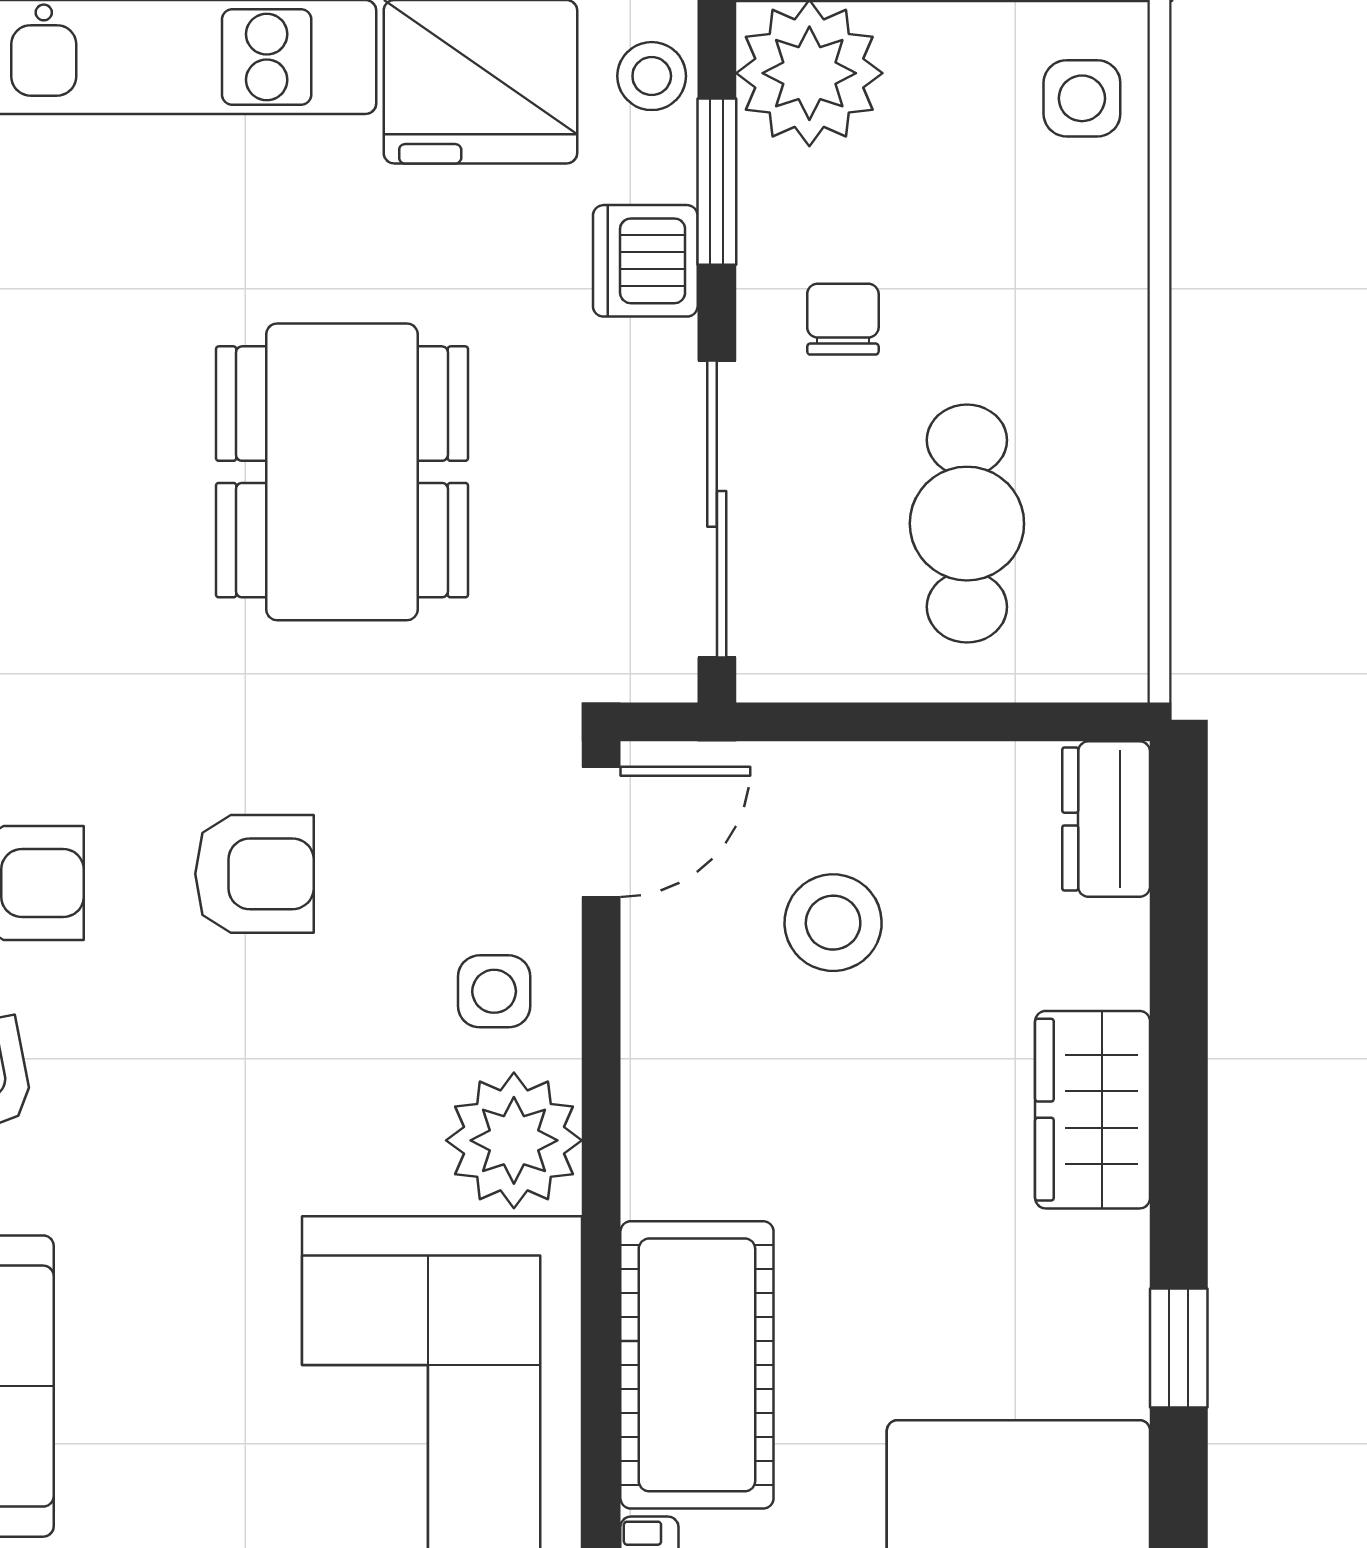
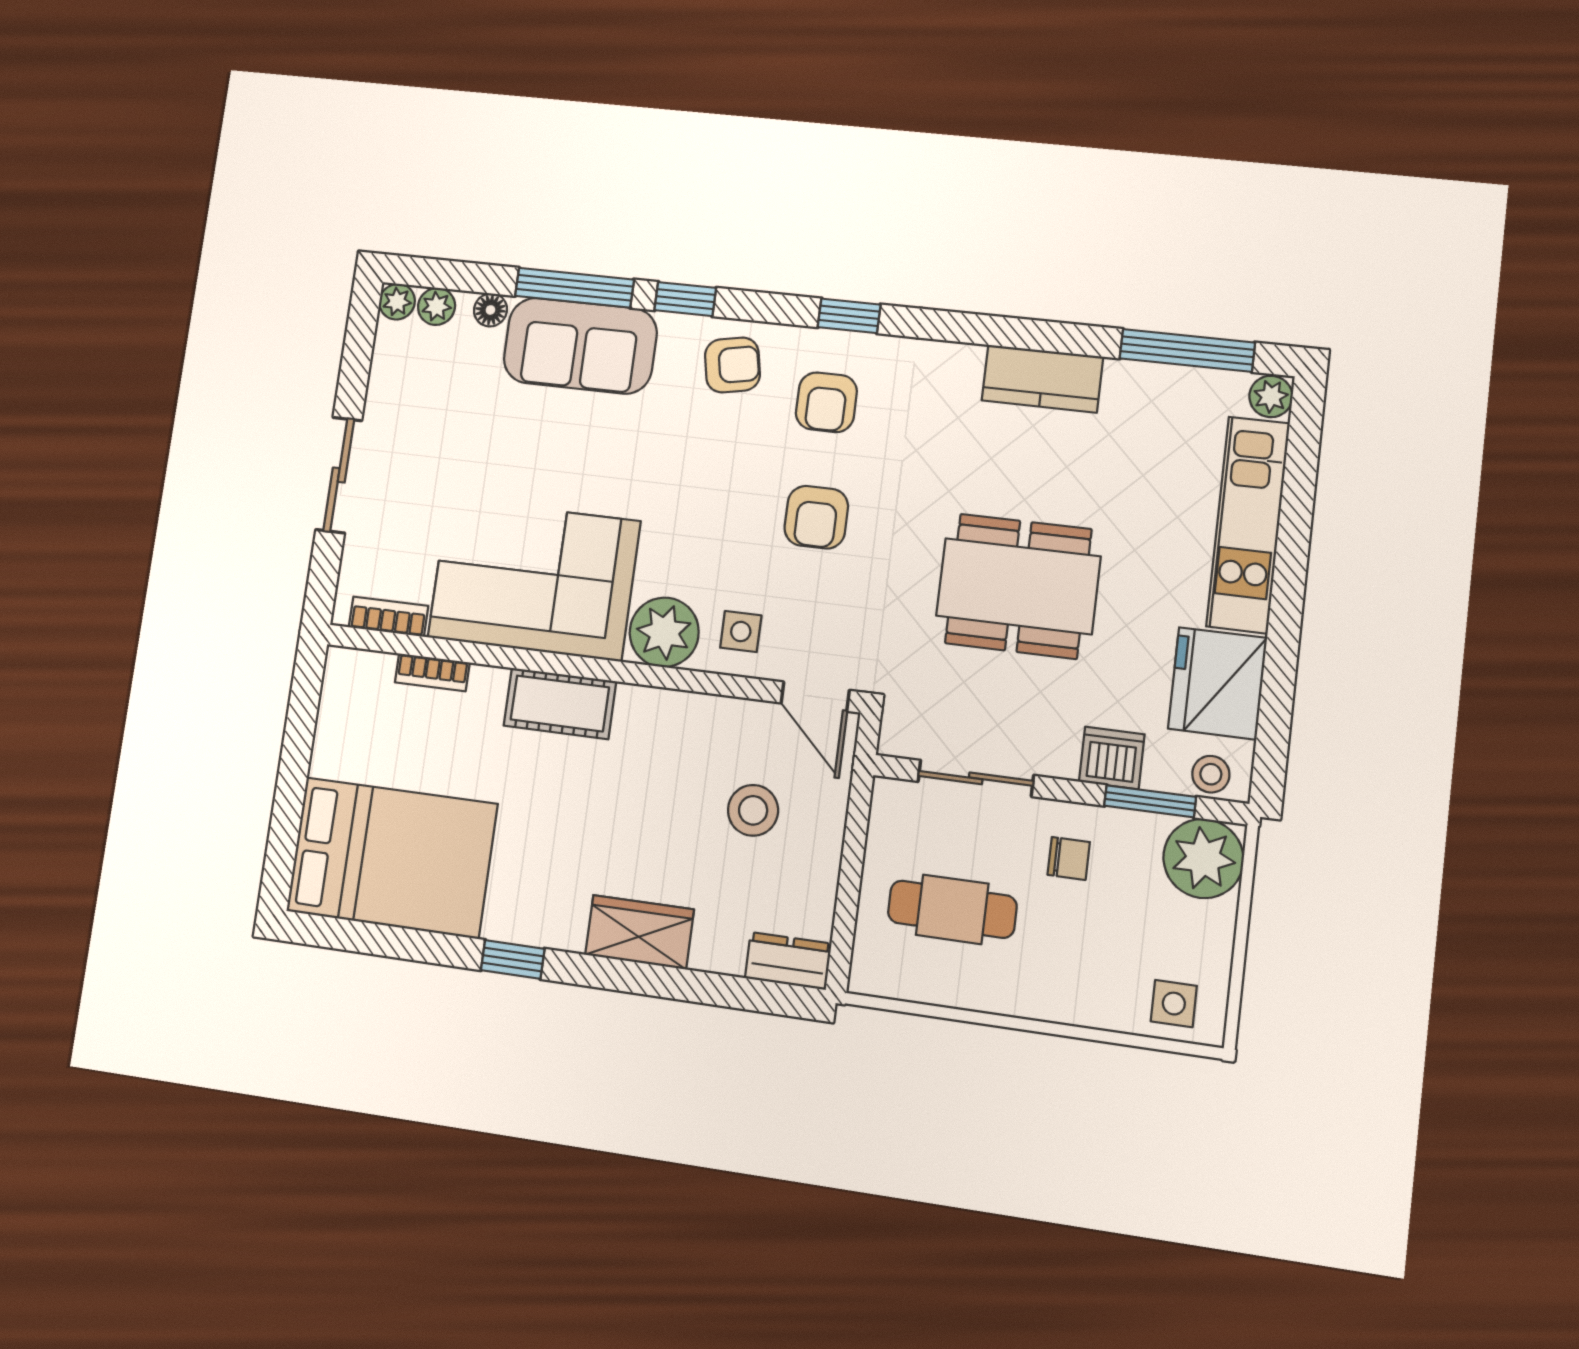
sliding door: (717, 509) -> (976, 778), width x0.73
cot: (697, 1365) -> (560, 703), width x0.73, depth x0.75

